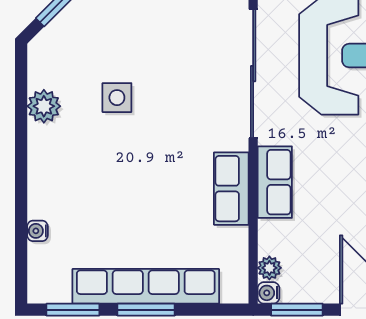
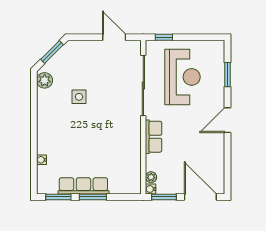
plant: (44, 106) -> (45, 80), moved
row of seats: (231, 189) -> (133, 140), removed
row of seats: (146, 286) -> (83, 186), width x0.73

